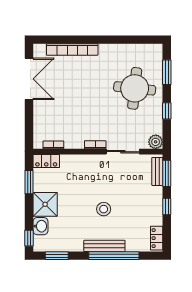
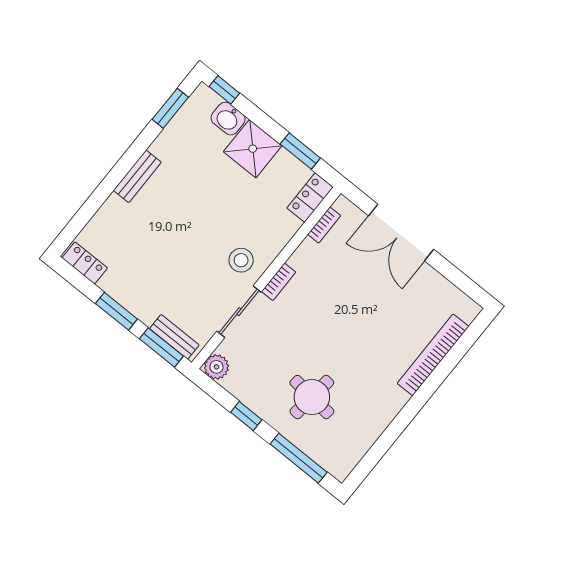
window: (167, 72) -> (299, 458), width x1.44
double door: (29, 79) -> (401, 232), moved
round table: (135, 88) -> (312, 397), width x0.73, depth x0.73
window: (167, 207) -> (116, 311), width x1.50
stool: (104, 209) -> (241, 260), moved
bench: (104, 246) -> (137, 176), width x0.73
window: (114, 256) -> (108, 186), removed

